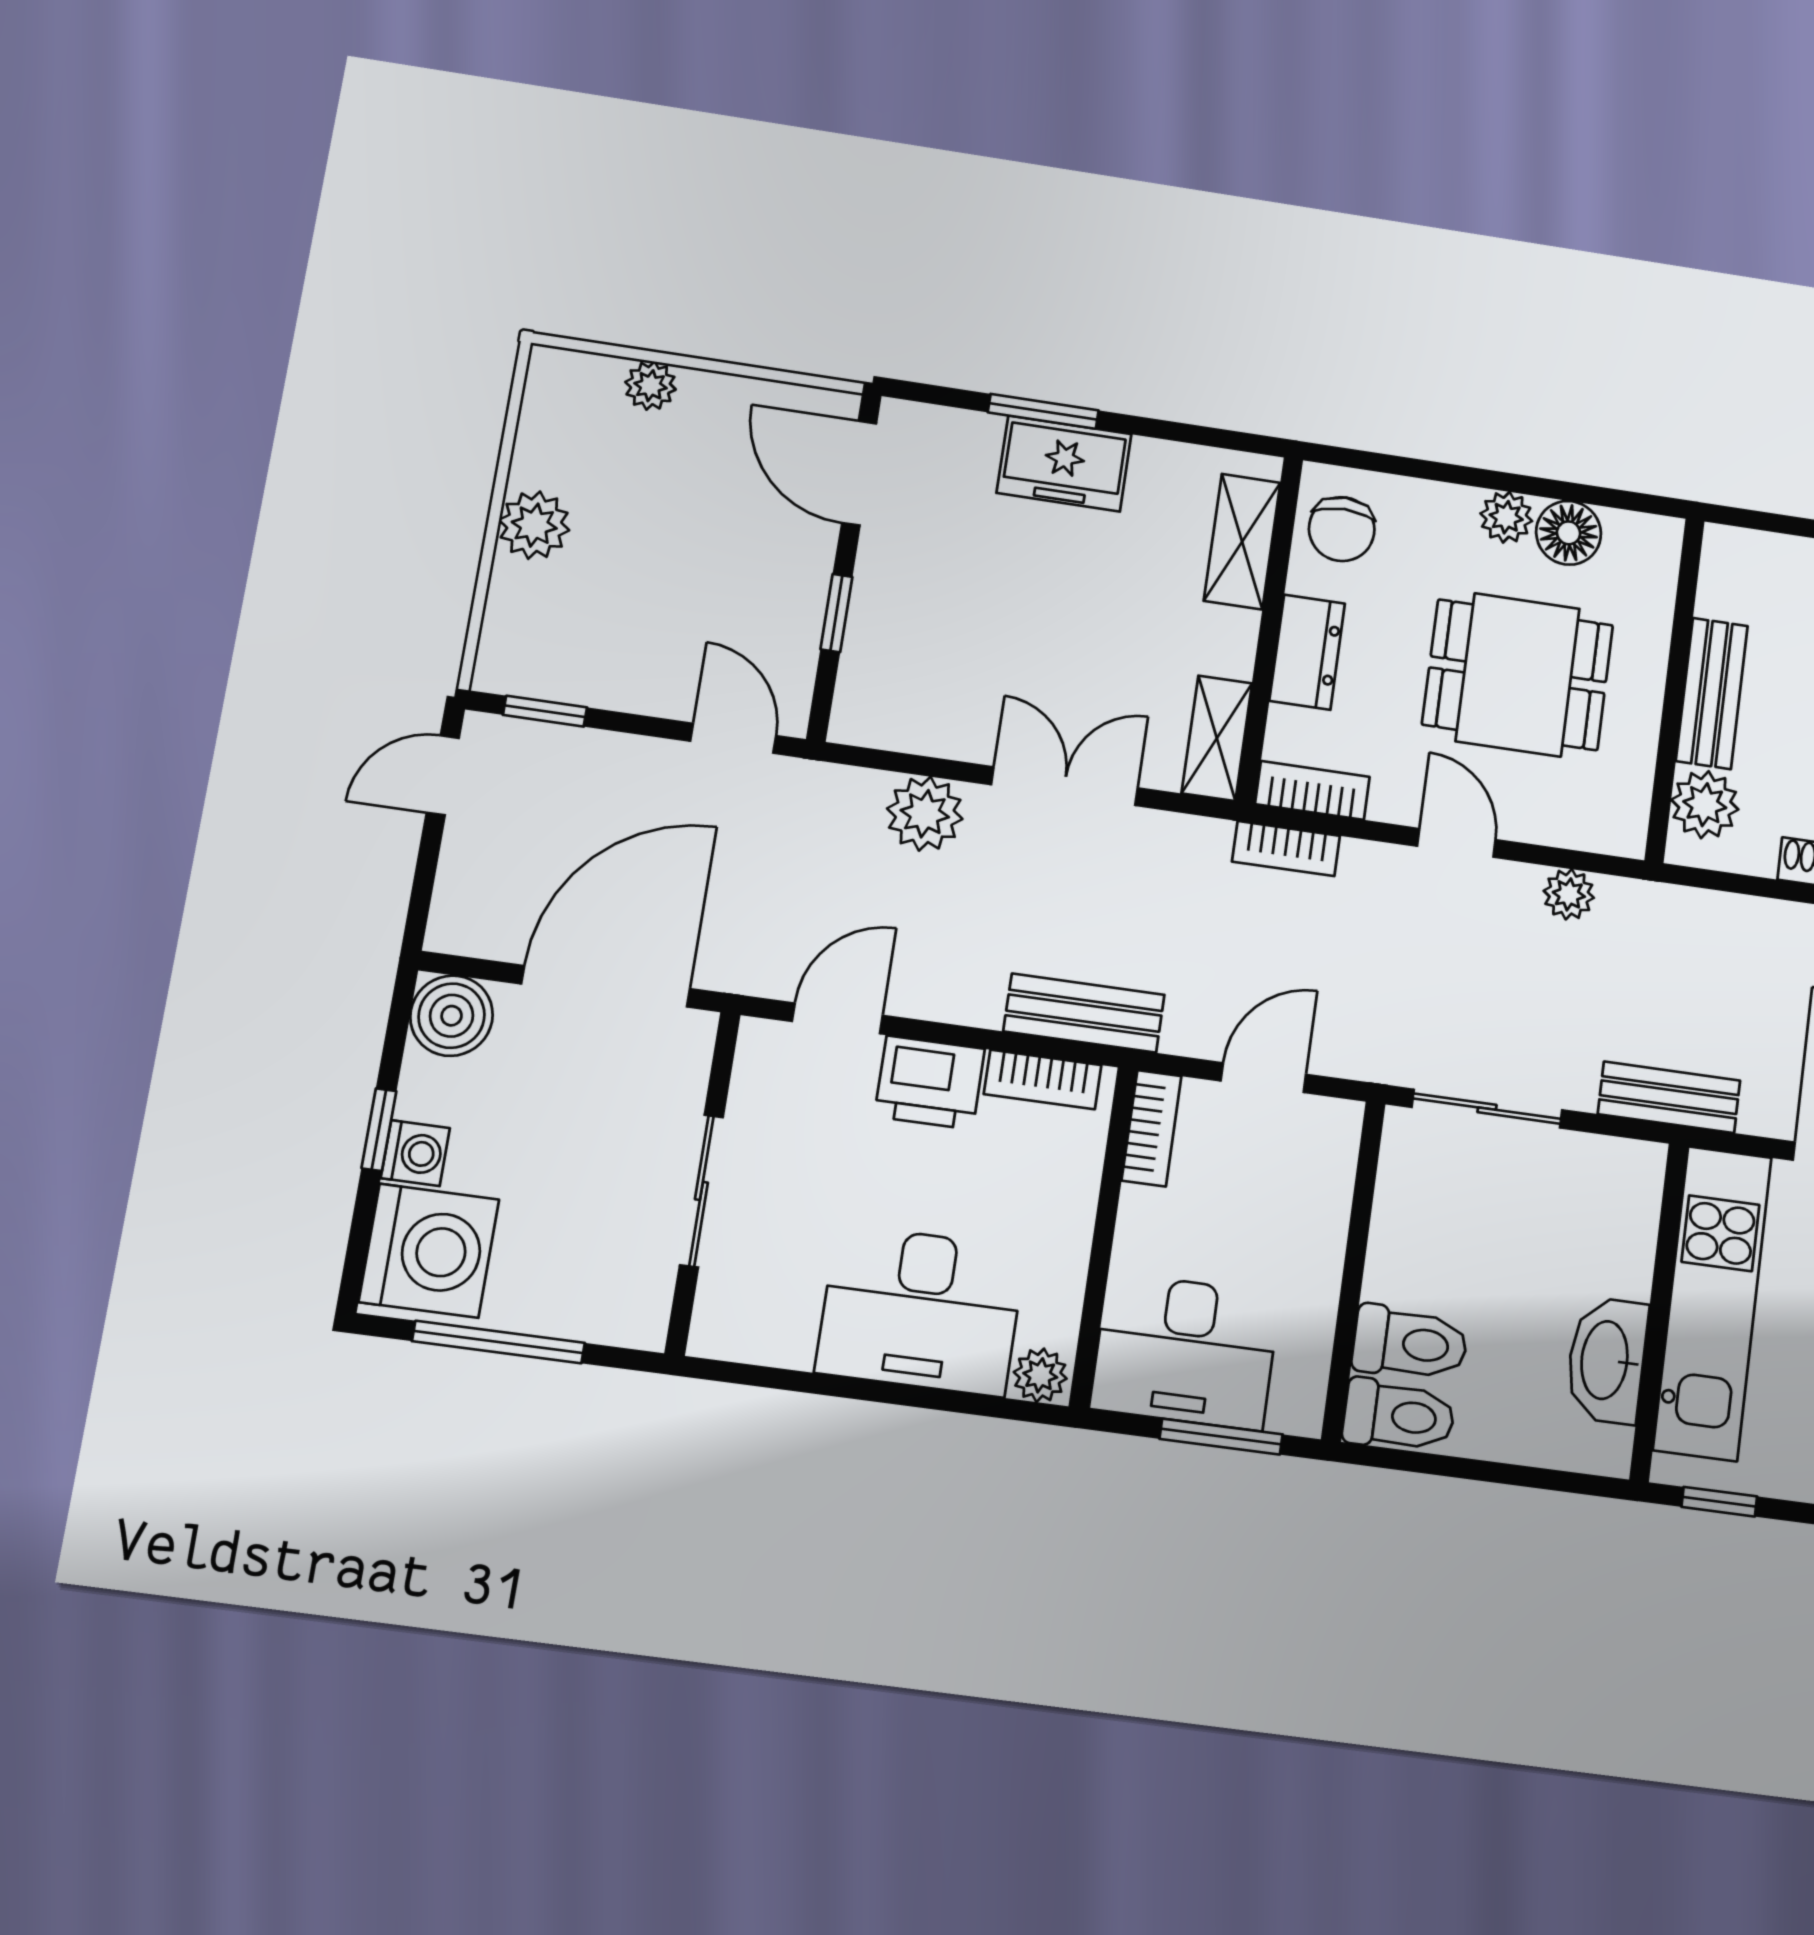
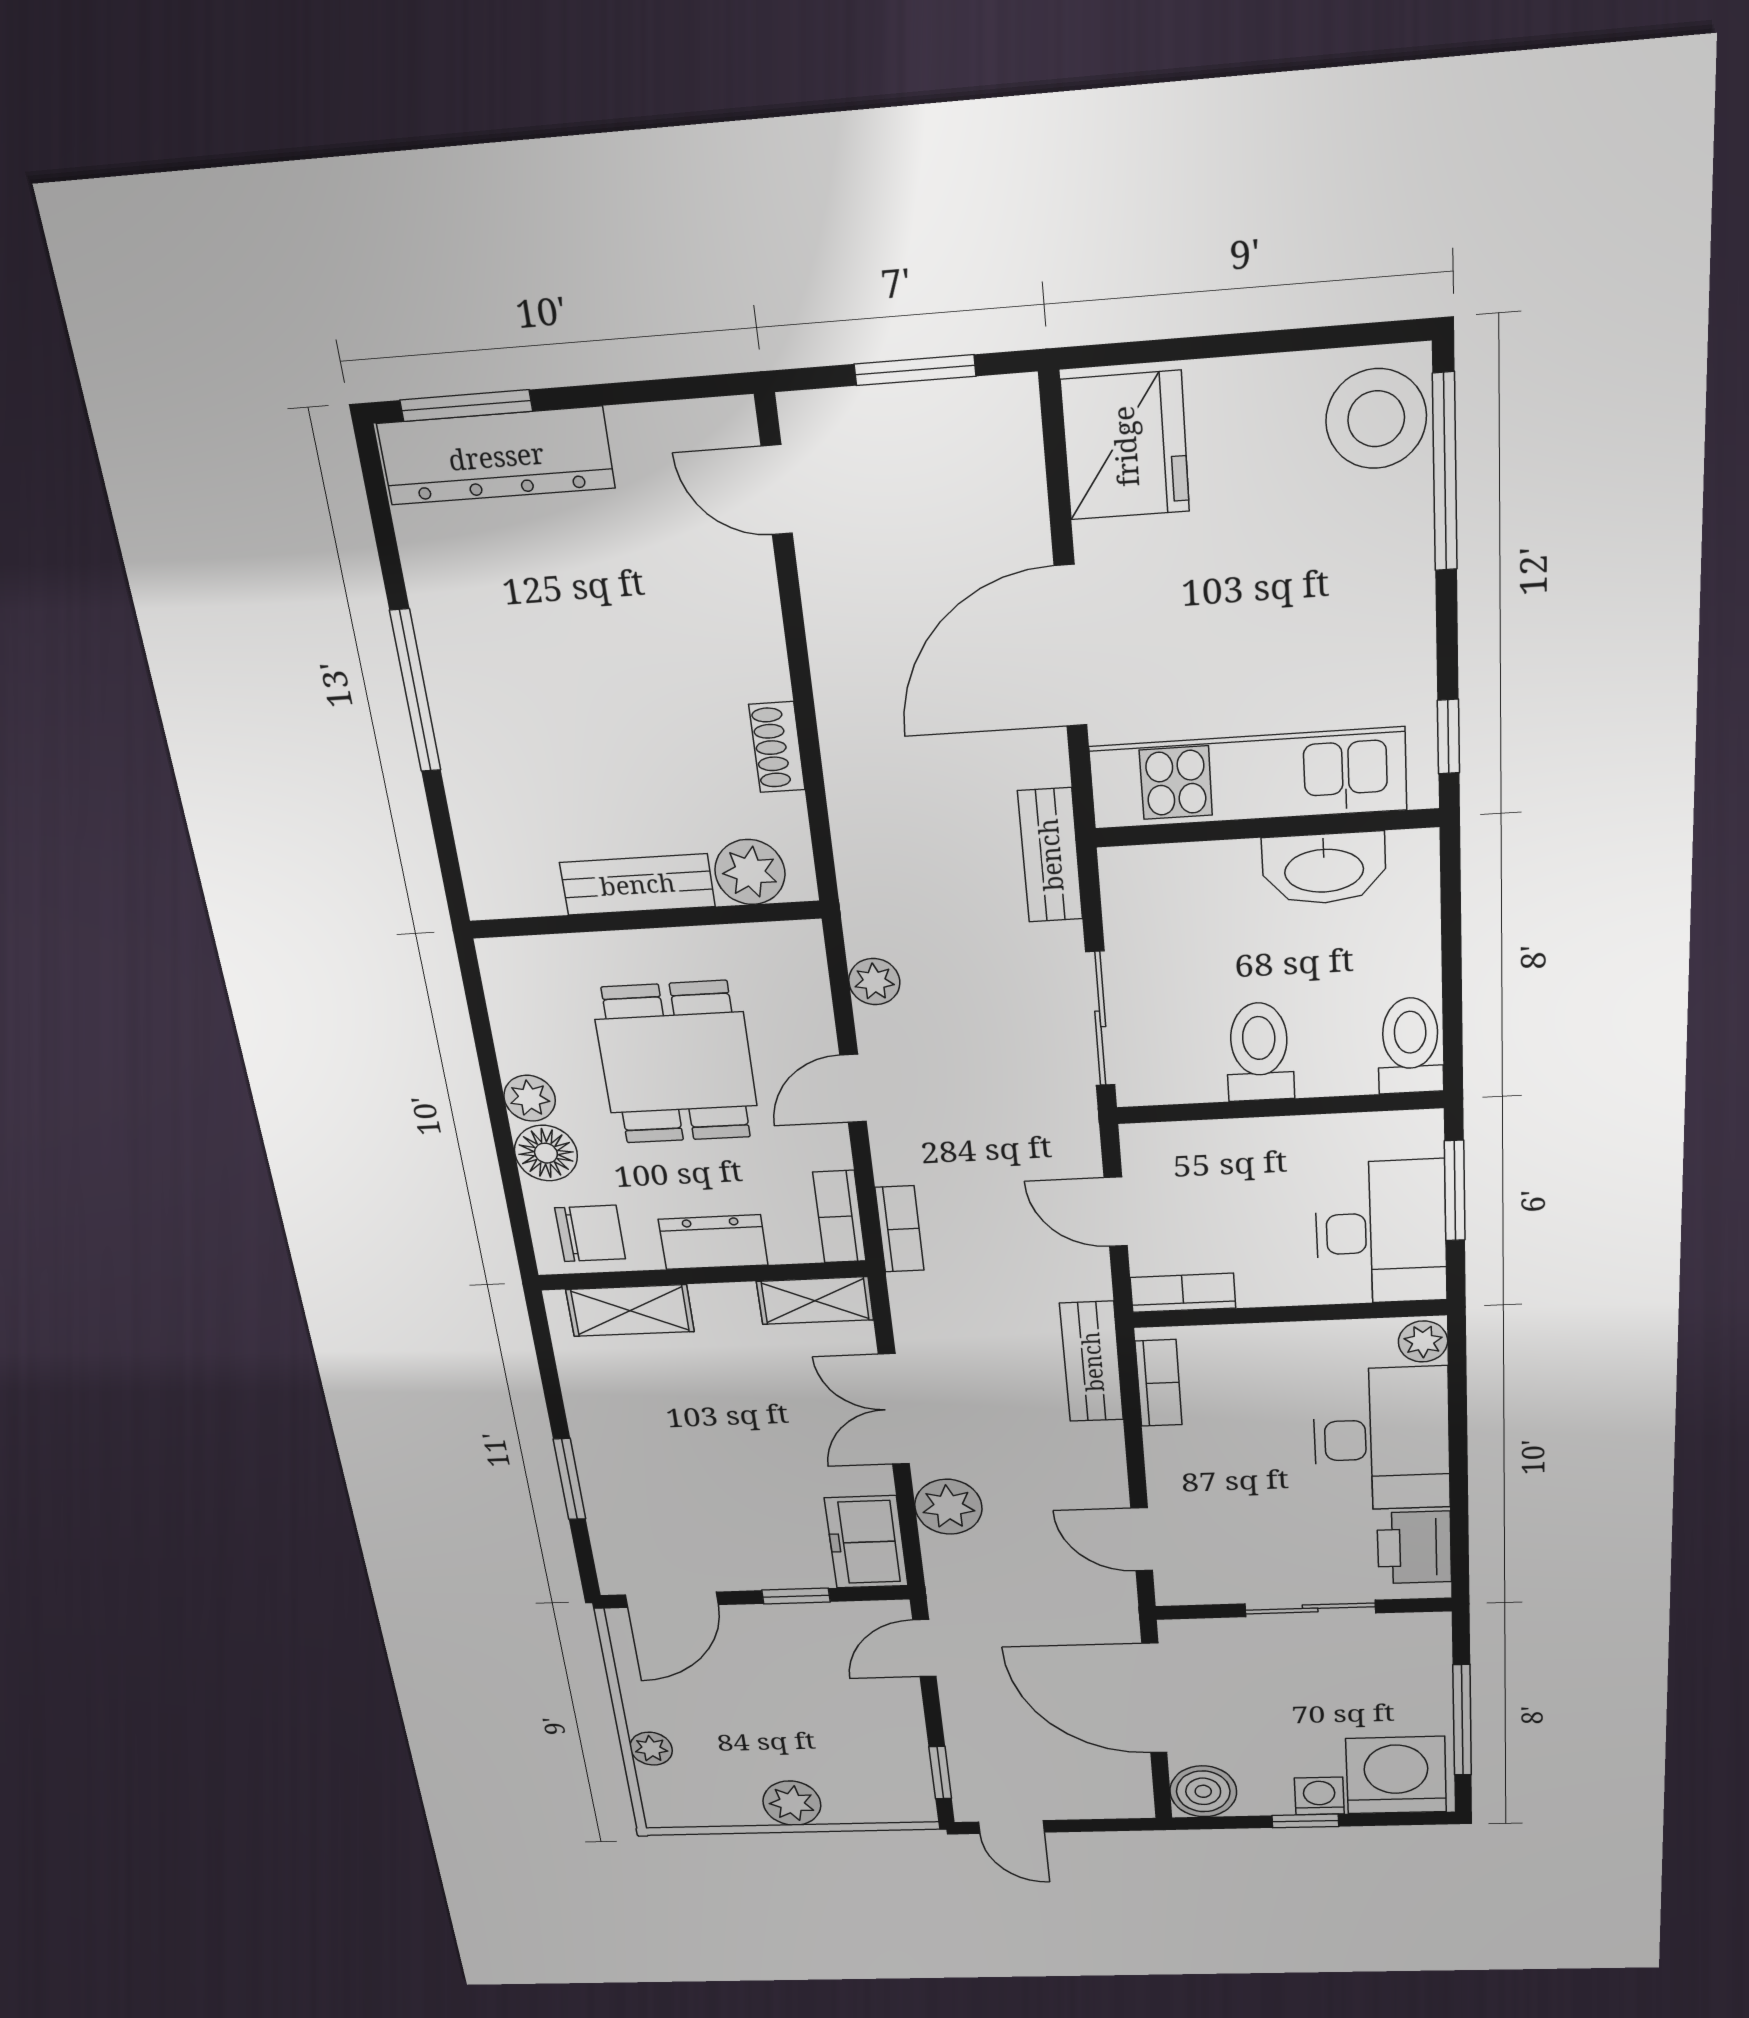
freezer: (1064, 464) -> (866, 1542), moved, turned 180
floor lamp: (1569, 533) -> (546, 1153), moved
printer: (930, 1083) -> (1414, 1547), moved, turned 180
toilet: (1410, 1343) -> (1259, 1052), moved

